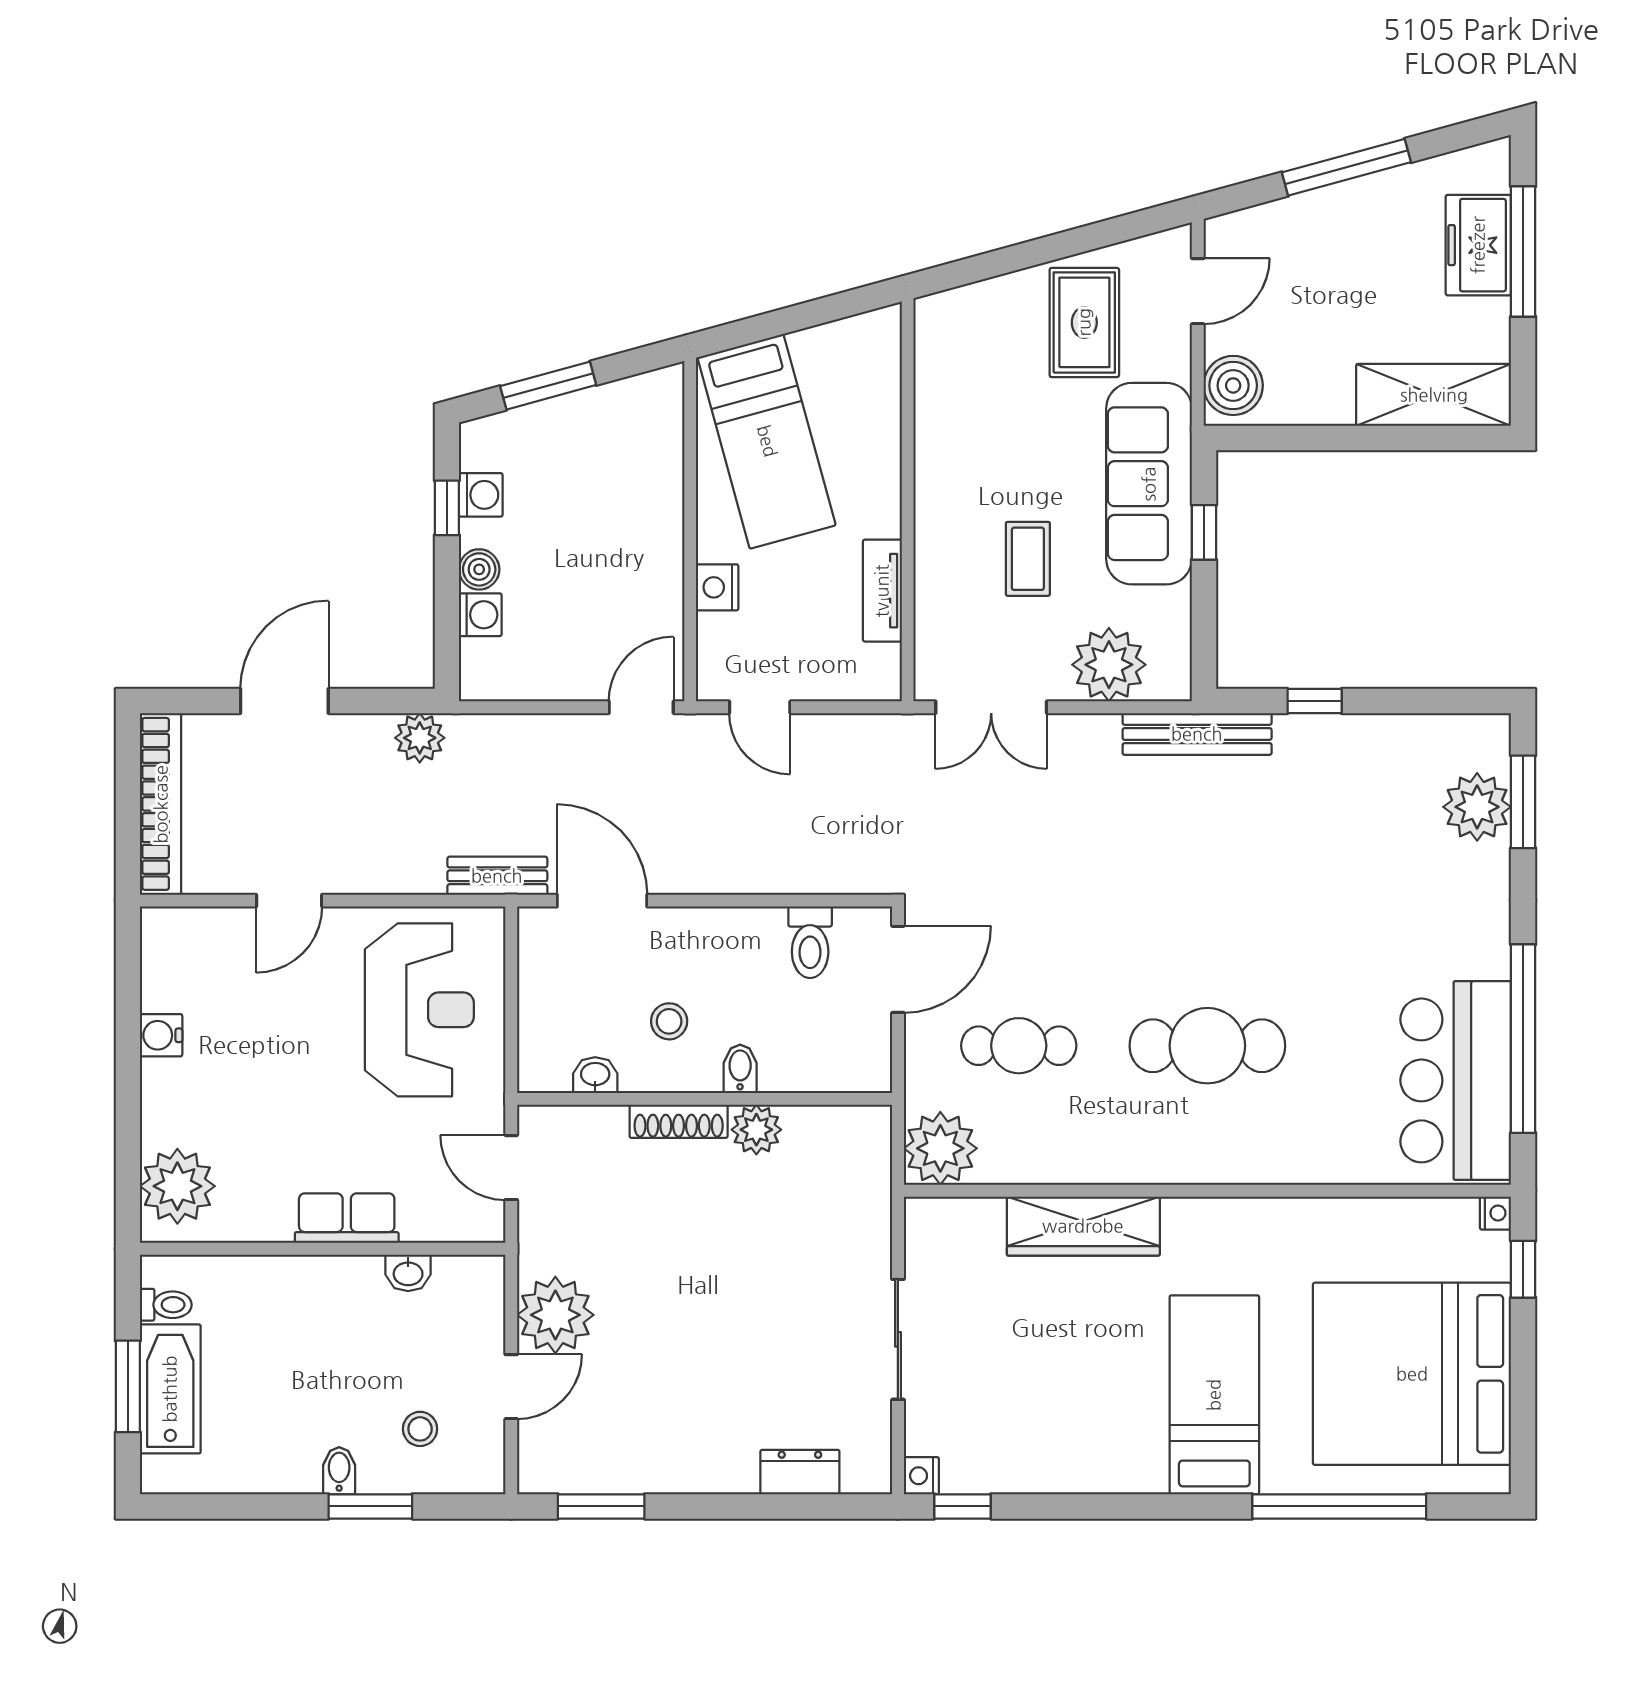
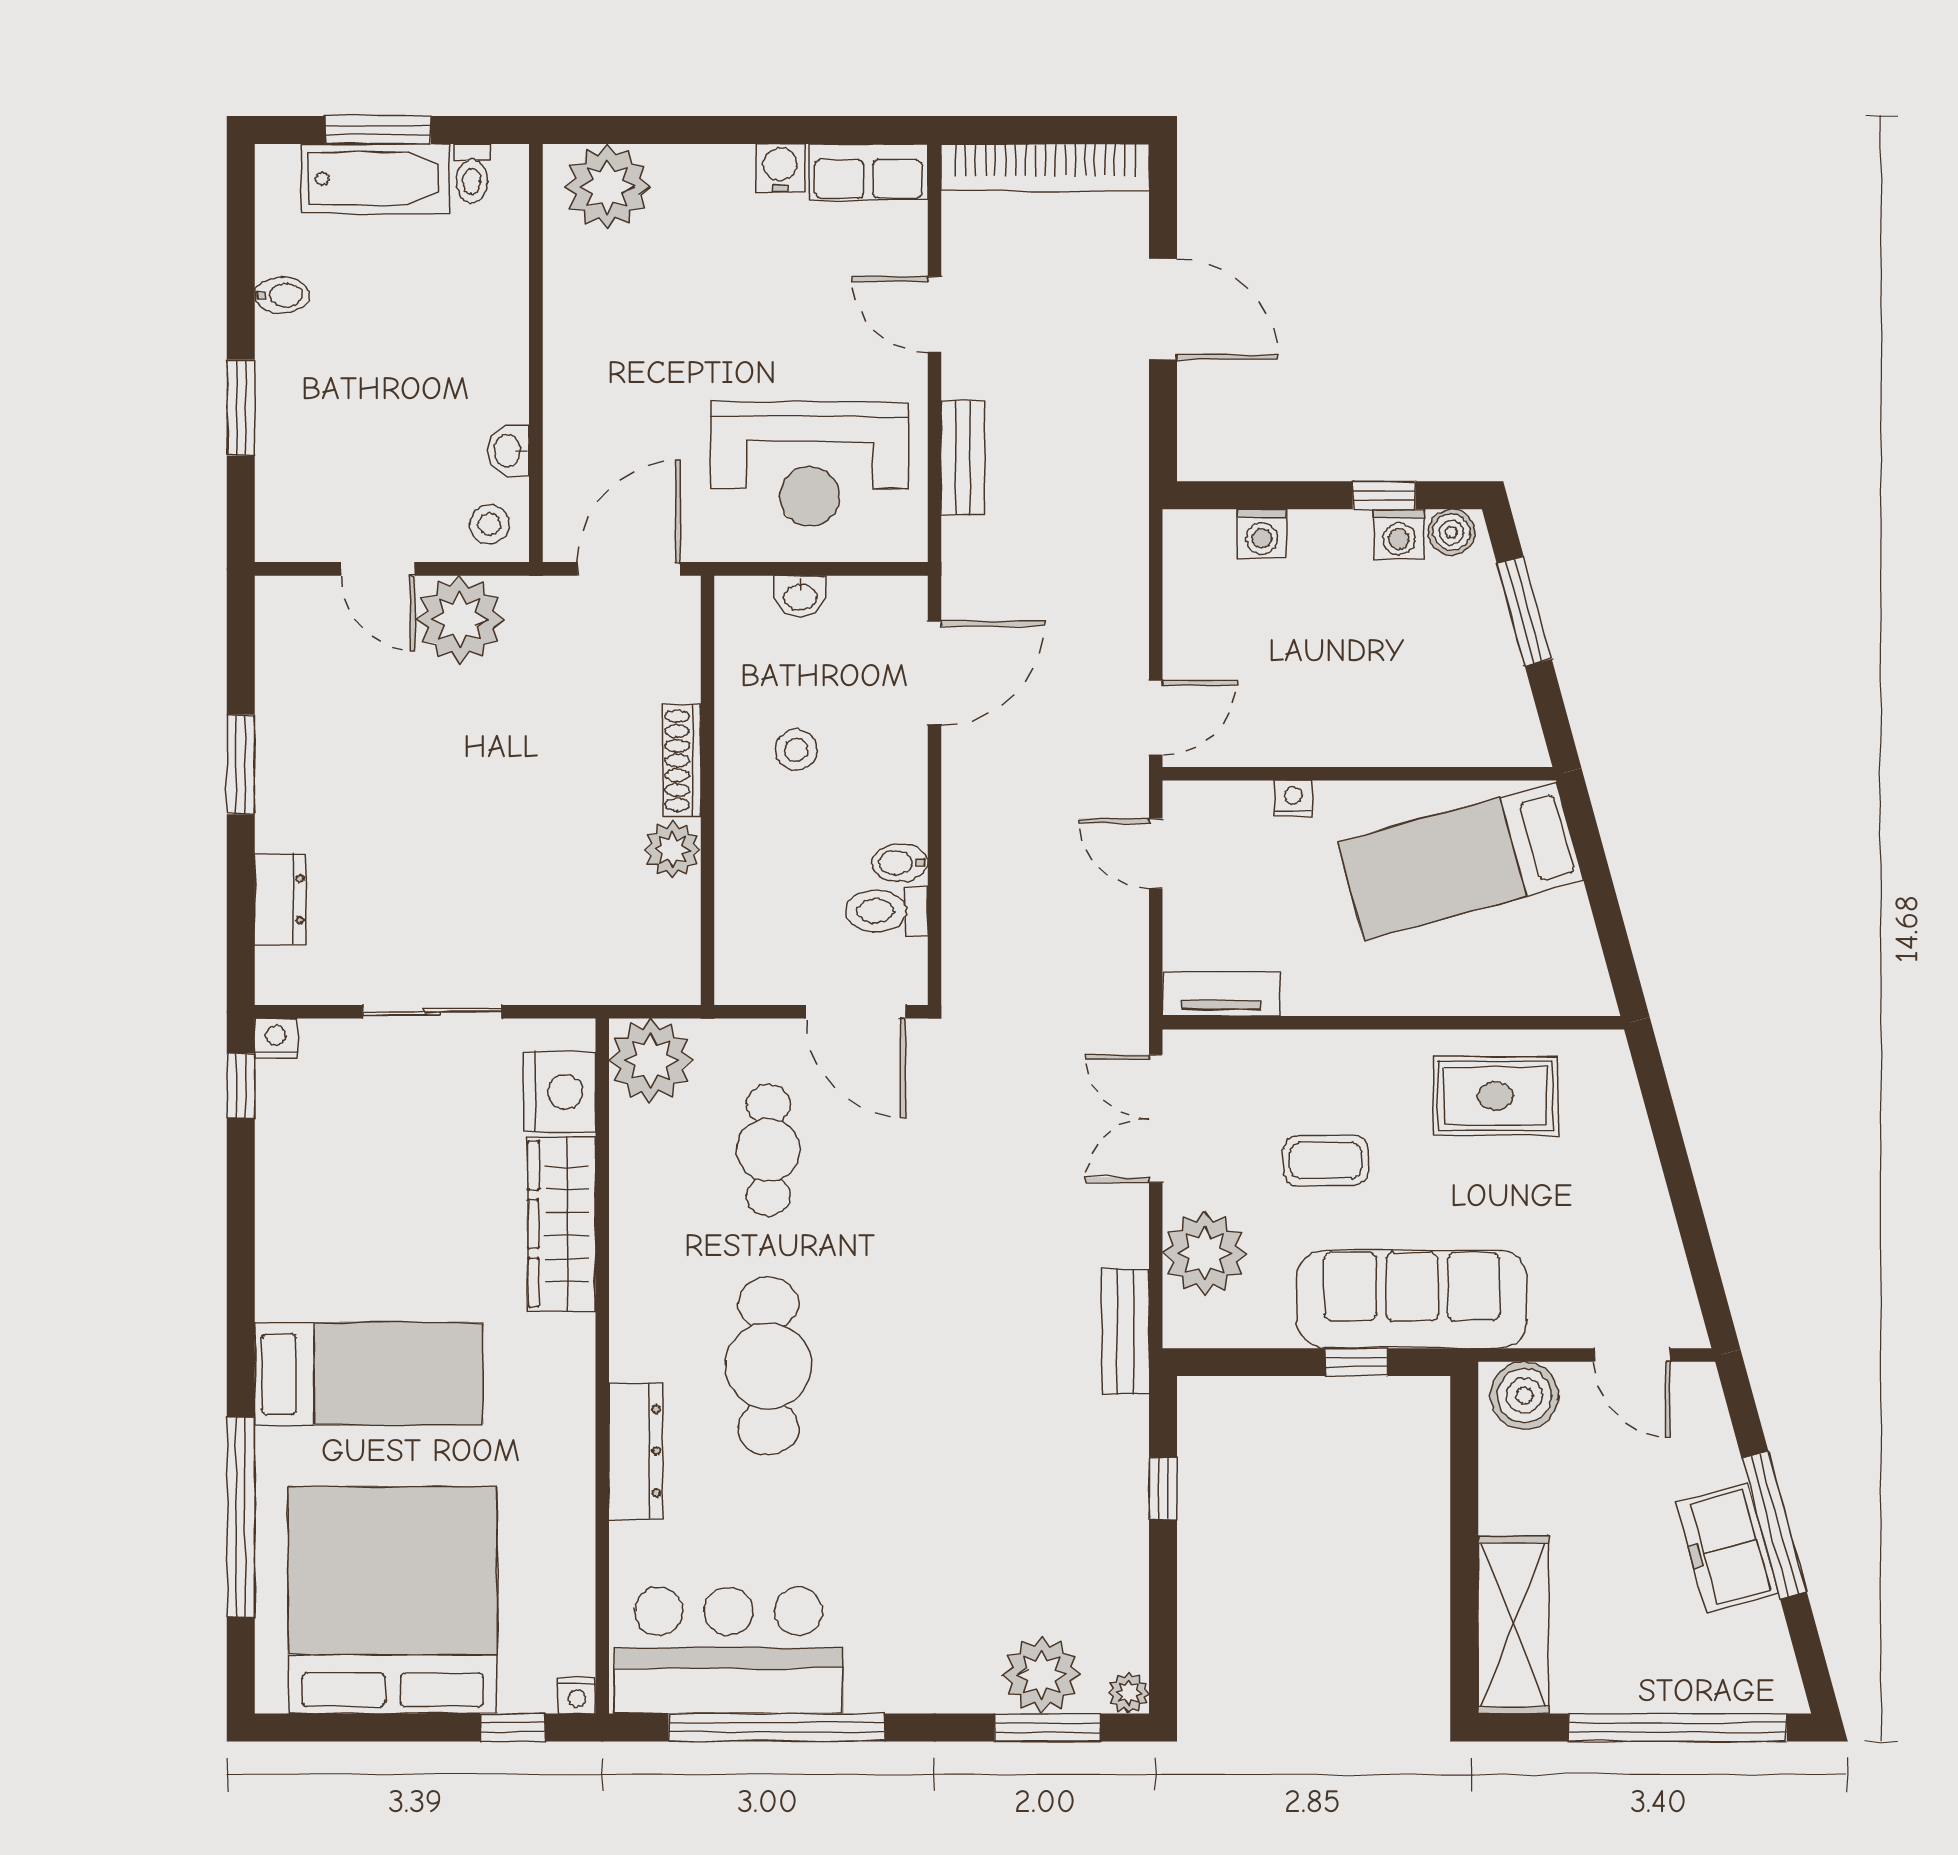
freezer: (1478, 245) -> (1727, 1548), moved, turned -105
window: (1523, 251) -> (1678, 1727), width x1.46
rug: (1084, 322) -> (1495, 1096), moved
boiler: (479, 569) -> (1451, 532), moved
nightstand: (717, 587) -> (1293, 798), width x0.72, depth x0.74
tv unit: (882, 591) -> (1221, 994), moved
door: (641, 707) -> (1156, 718), hinge flipped
door: (760, 707) -> (1156, 853), hinge flipped
bench: (1197, 734) -> (1125, 1332), width x0.73
plant: (420, 738) -> (1129, 1693), moved, width x0.73, depth x0.73
bench: (497, 876) -> (963, 458), moved
bidet: (740, 1069) -> (900, 863), moved, turned 180
washbasin: (595, 1075) -> (800, 596), moved, turned 90
dresser: (1282, 1162) -> (636, 1451), added
door: (511, 1168) -> (629, 569), width x1.38
row of seats: (347, 1218) -> (868, 172), moved, turned 90
nightstand: (968, 1228) -> (560, 1092), added
stool: (420, 1429) -> (489, 524), moved
bidet: (339, 1471) -> (282, 295), moved
window: (601, 1506) -> (241, 765), moved

